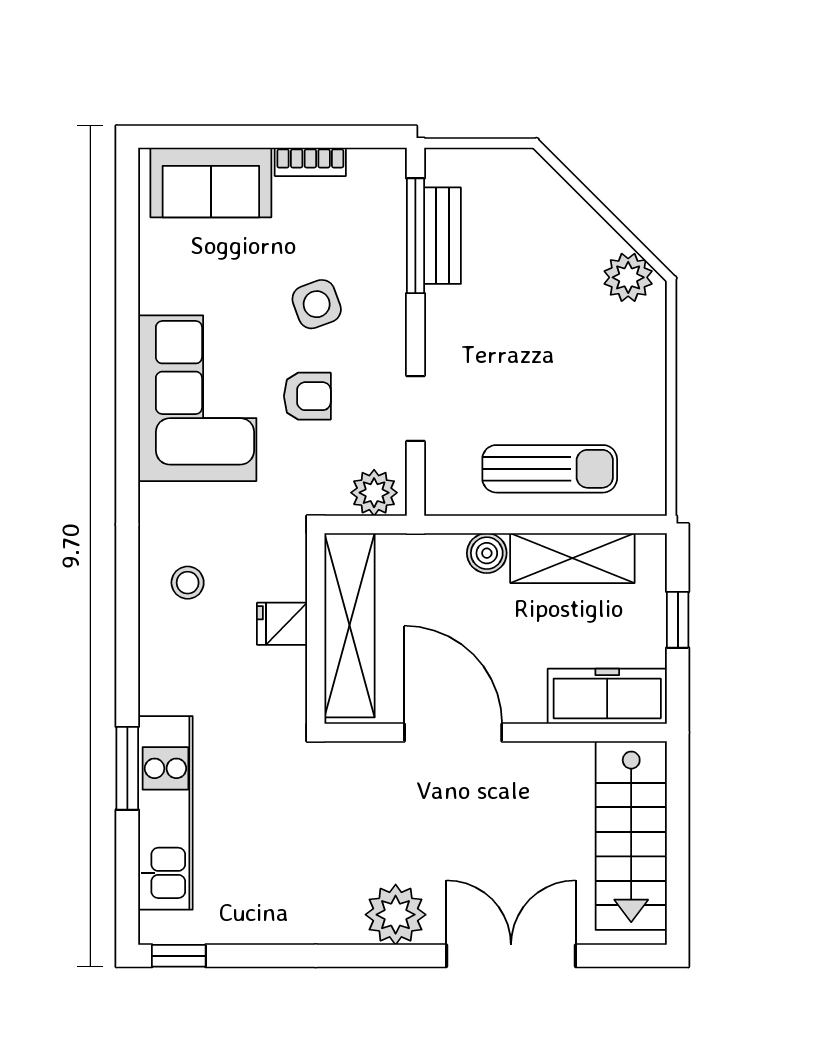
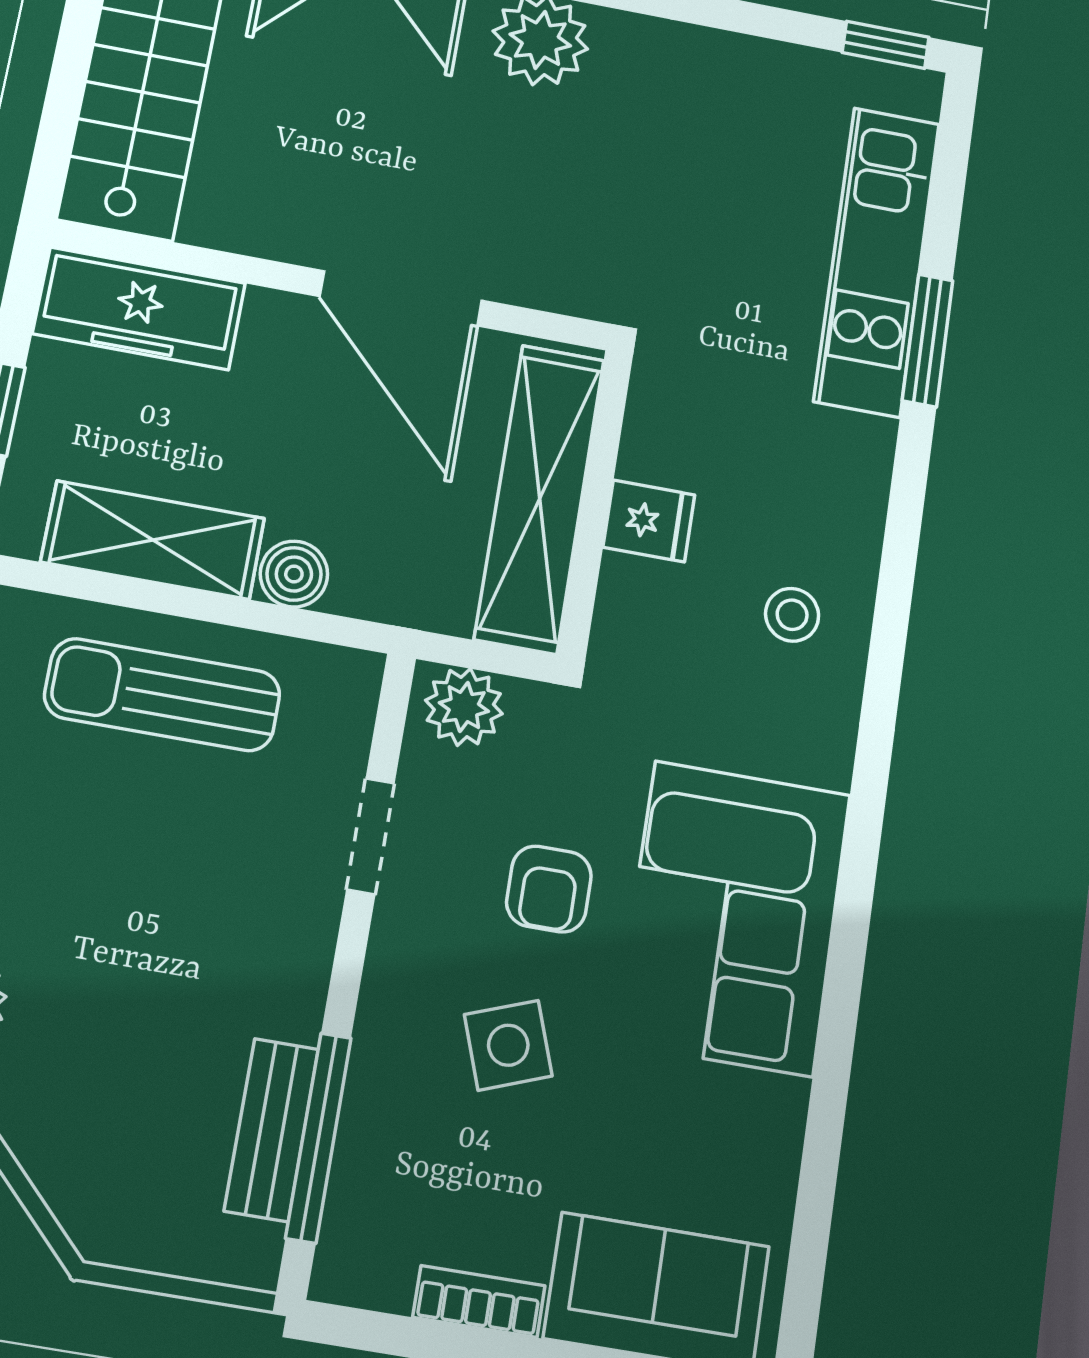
armchair: (307, 396) -> (549, 889), turned -90

